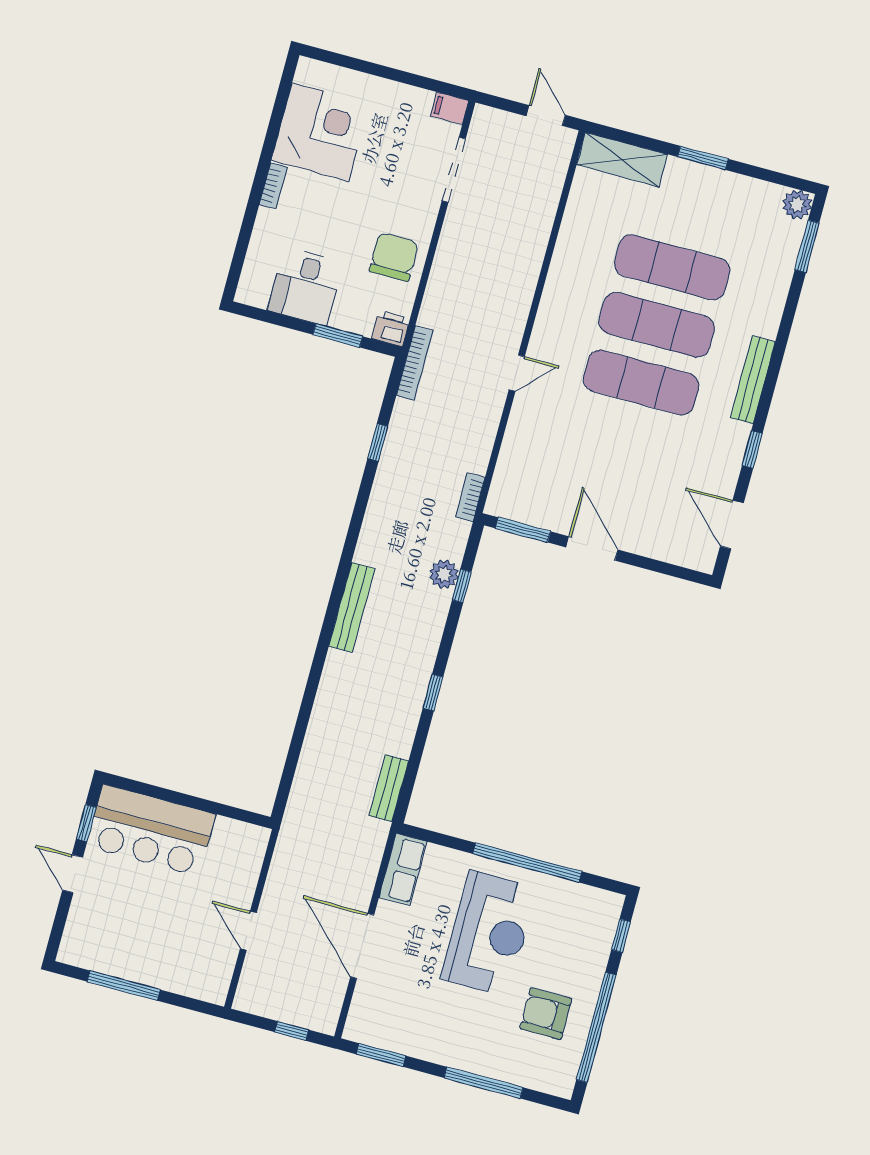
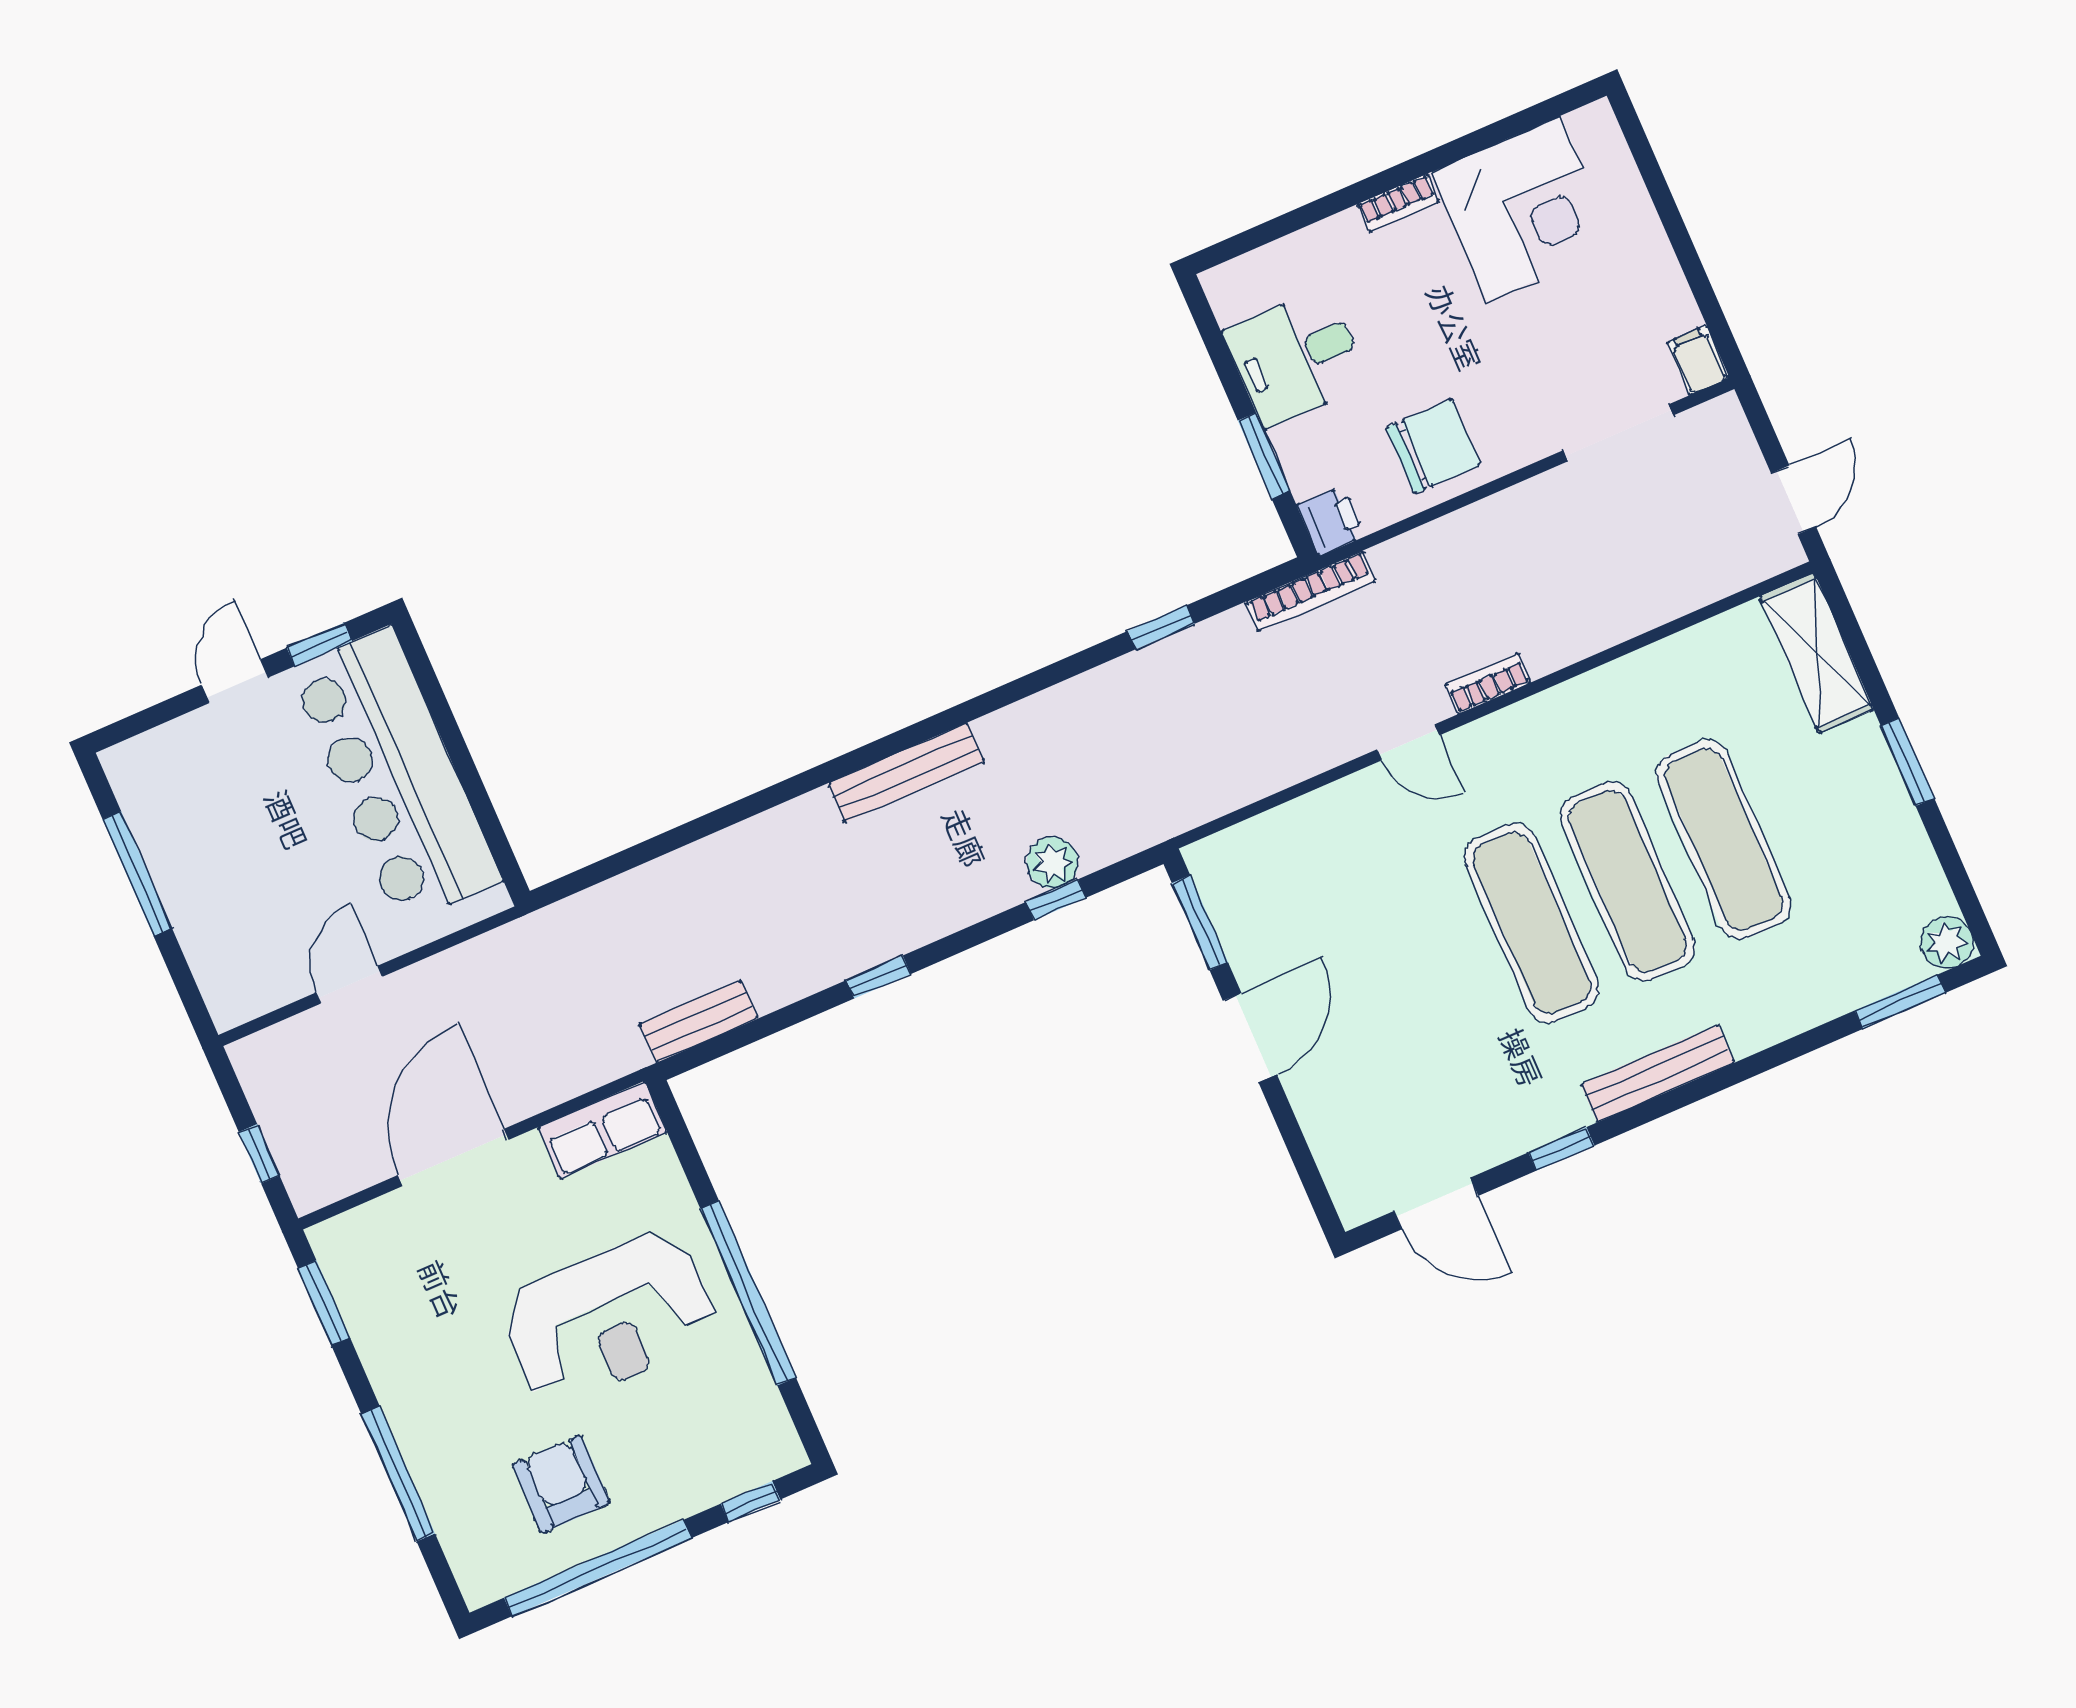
bookcase: (470, 497) -> (1488, 684), moved
door: (732, 525) -> (1436, 1203), swing flipped
bar counter: (151, 830) -> (395, 775), width x1.36

